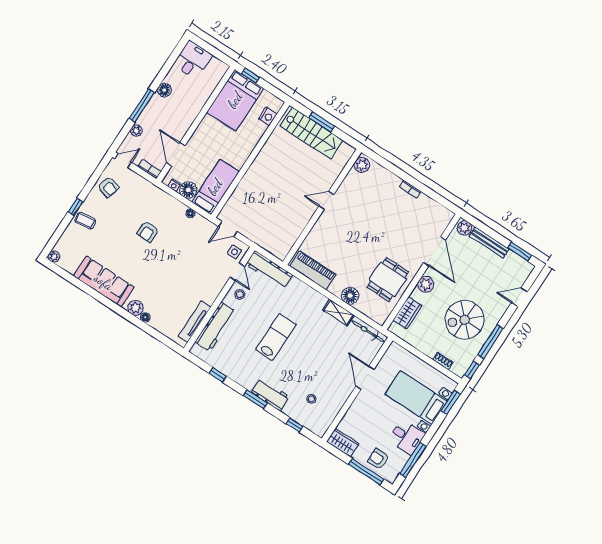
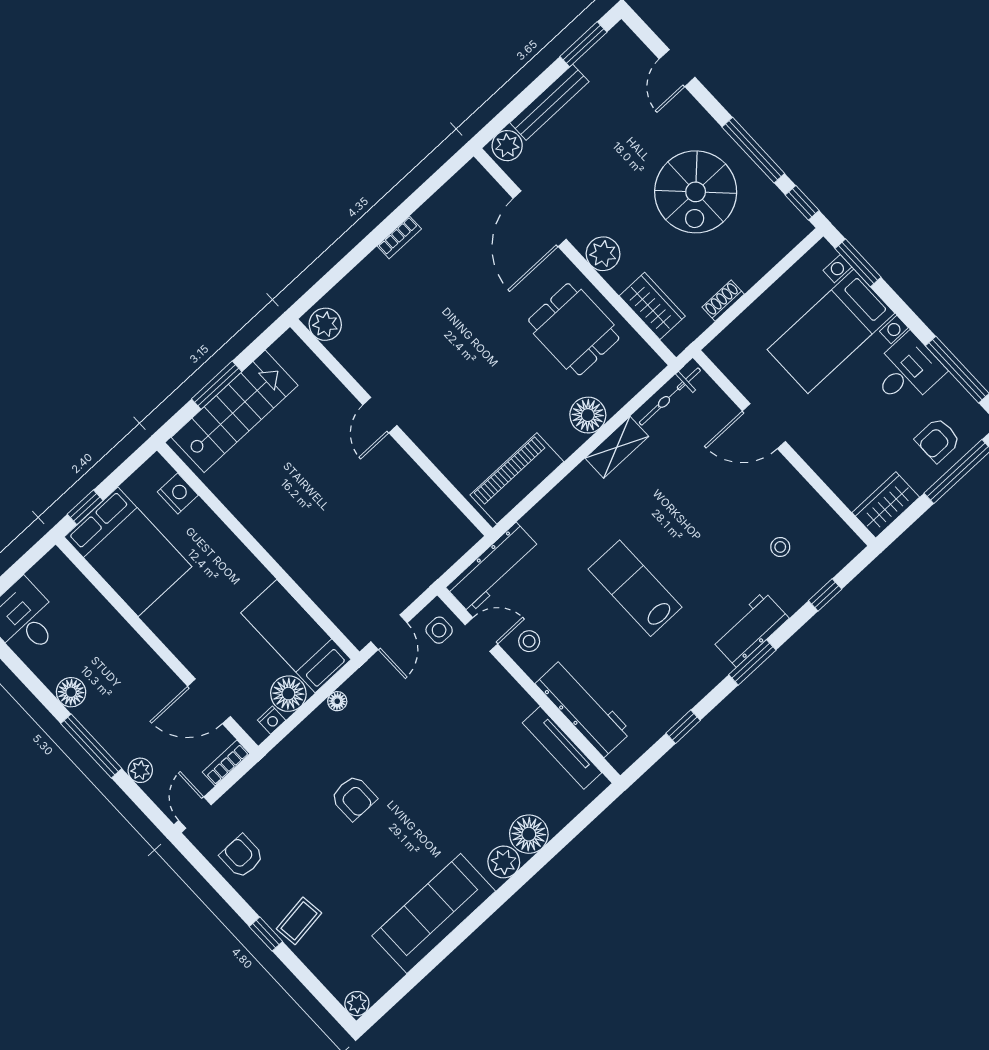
armchair: (108, 187) -> (242, 856), turned -105
door: (435, 251) -> (540, 219), swing flipped
floor lamp: (145, 317) -> (529, 834), width x1.89, depth x1.89
shoe rack: (443, 361) -> (723, 301), moved

